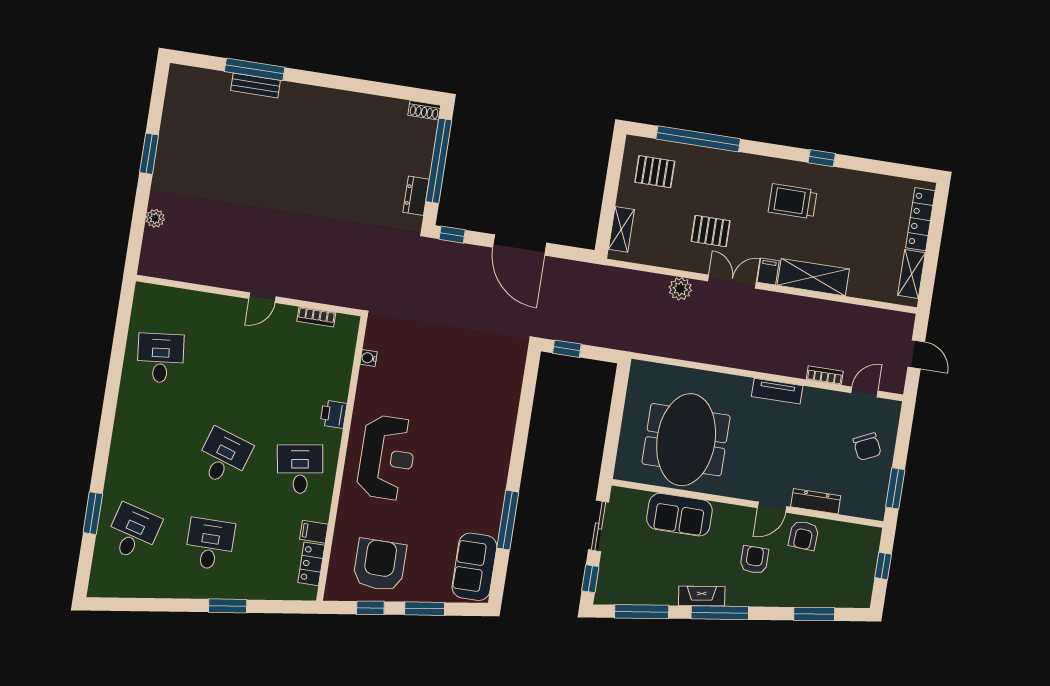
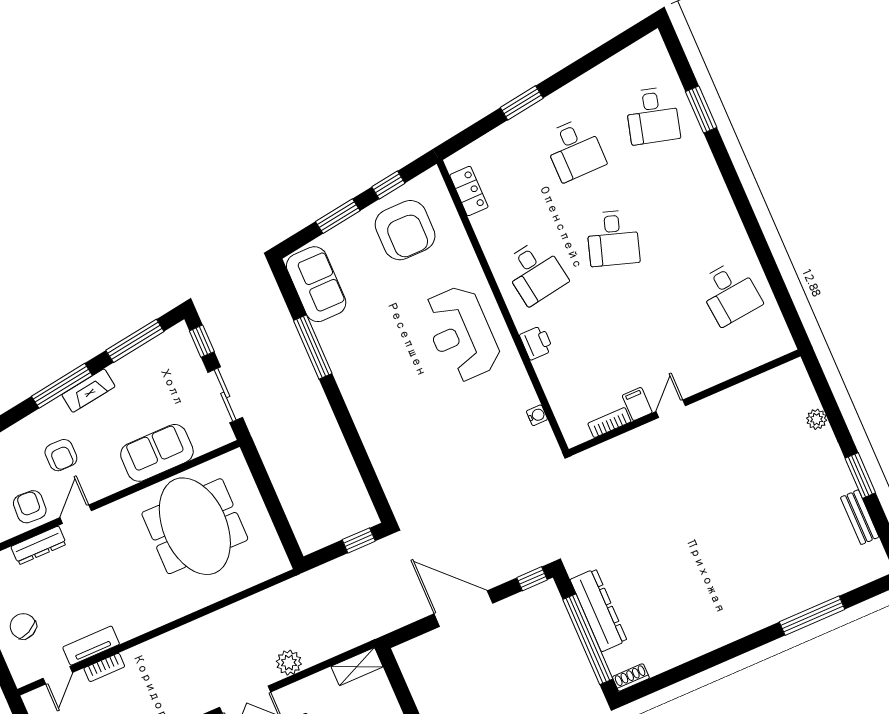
bench: (255, 85) -> (860, 517), moved, turned 90
dresser: (416, 196) -> (599, 610), width x1.96, depth x1.24
shelving: (621, 229) -> (357, 667), moved, turned 90
tv unit: (777, 391) -> (91, 646), moved
filing cabinet: (314, 532) -> (637, 404), moved, turned -90

